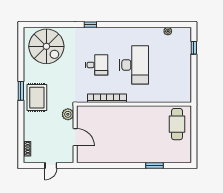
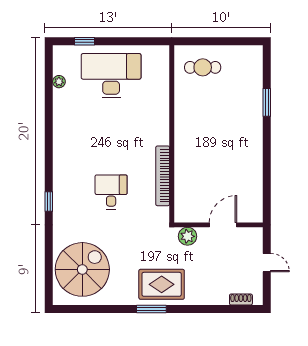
desk: (134, 65) -> (111, 76), moved
cafe table: (177, 124) -> (203, 67), width x0.73, depth x0.74

